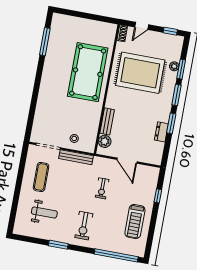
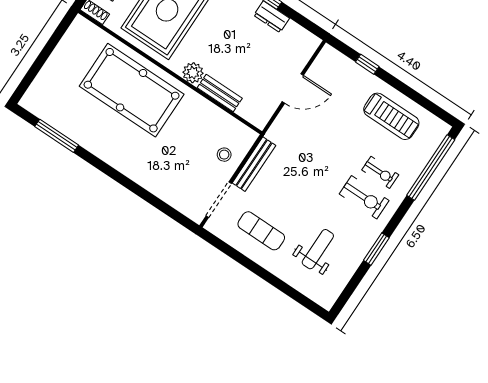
plant: (105, 141) -> (193, 73), moved
exercise bike: (102, 188) -> (380, 172), moved

